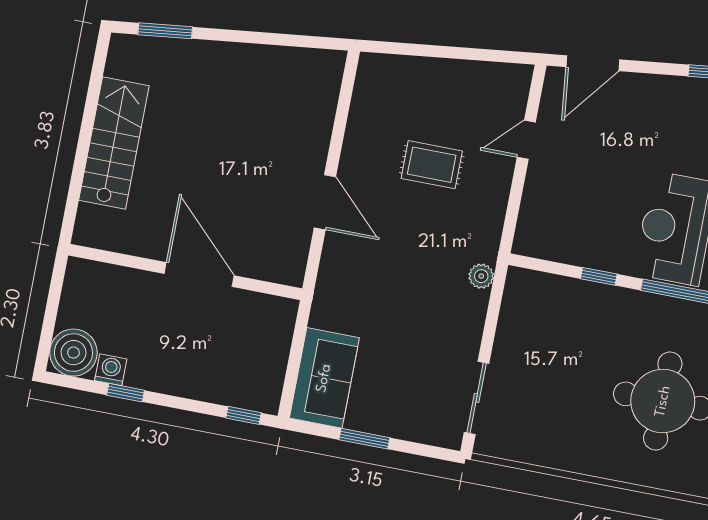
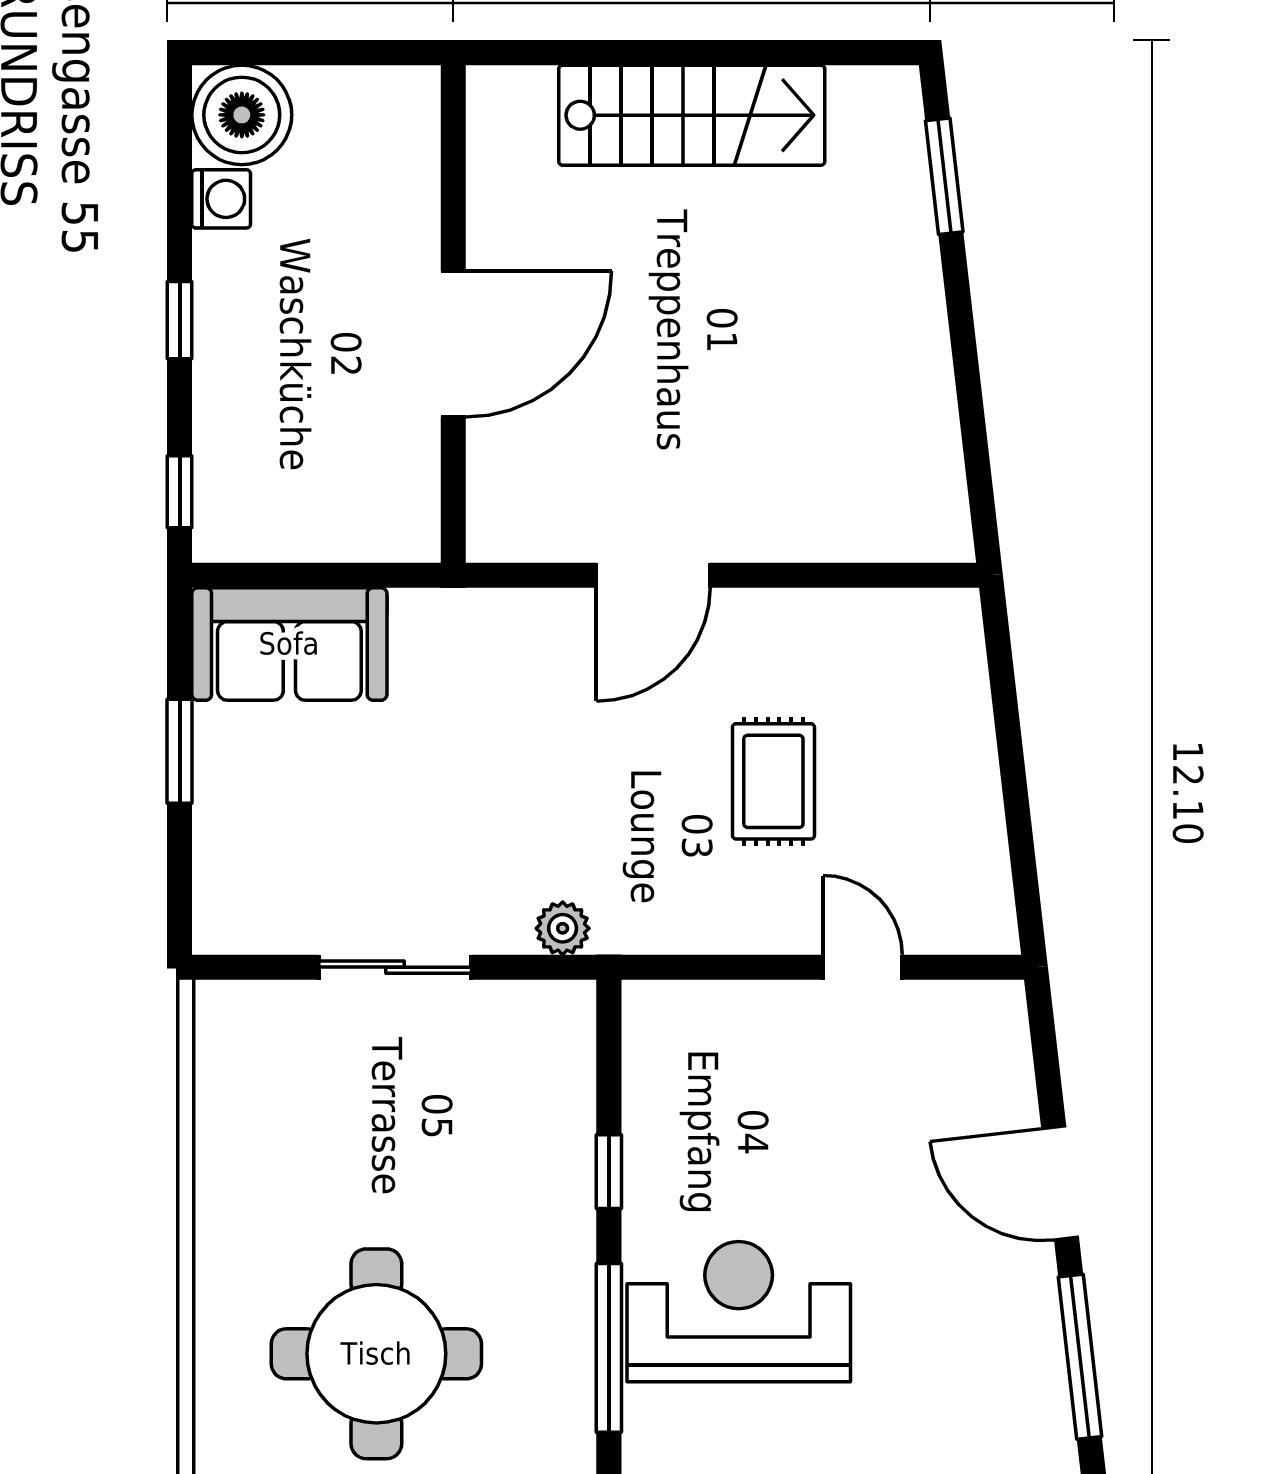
door: (593, 63) -> (1060, 1183), moved
window: (126, 393) -> (180, 320), moved
sliding door: (477, 398) -> (395, 967), moved

